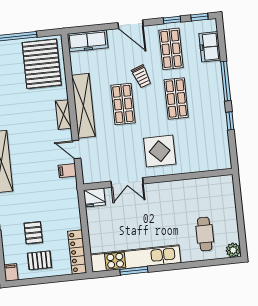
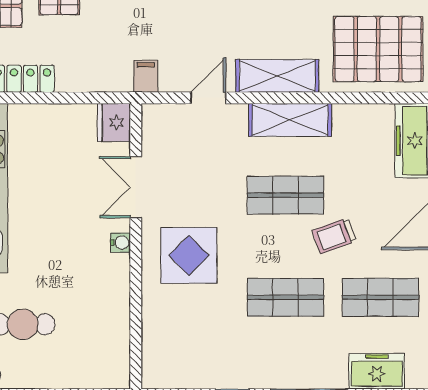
shelving: (83, 106) -> (290, 120), width x0.68
shelving: (63, 115) -> (277, 76), width x1.50, depth x1.33
filing cabinet: (67, 171) -> (146, 76), moved
water cooler: (157, 187) -> (120, 243), added

